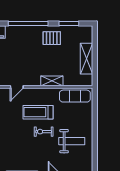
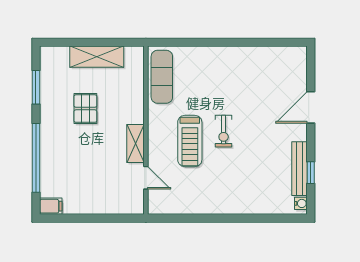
pallet: (52, 38) -> (85, 109), moved
shelving: (52, 81) -> (135, 143), moved
weight bench: (72, 141) -> (240, 82), removed

